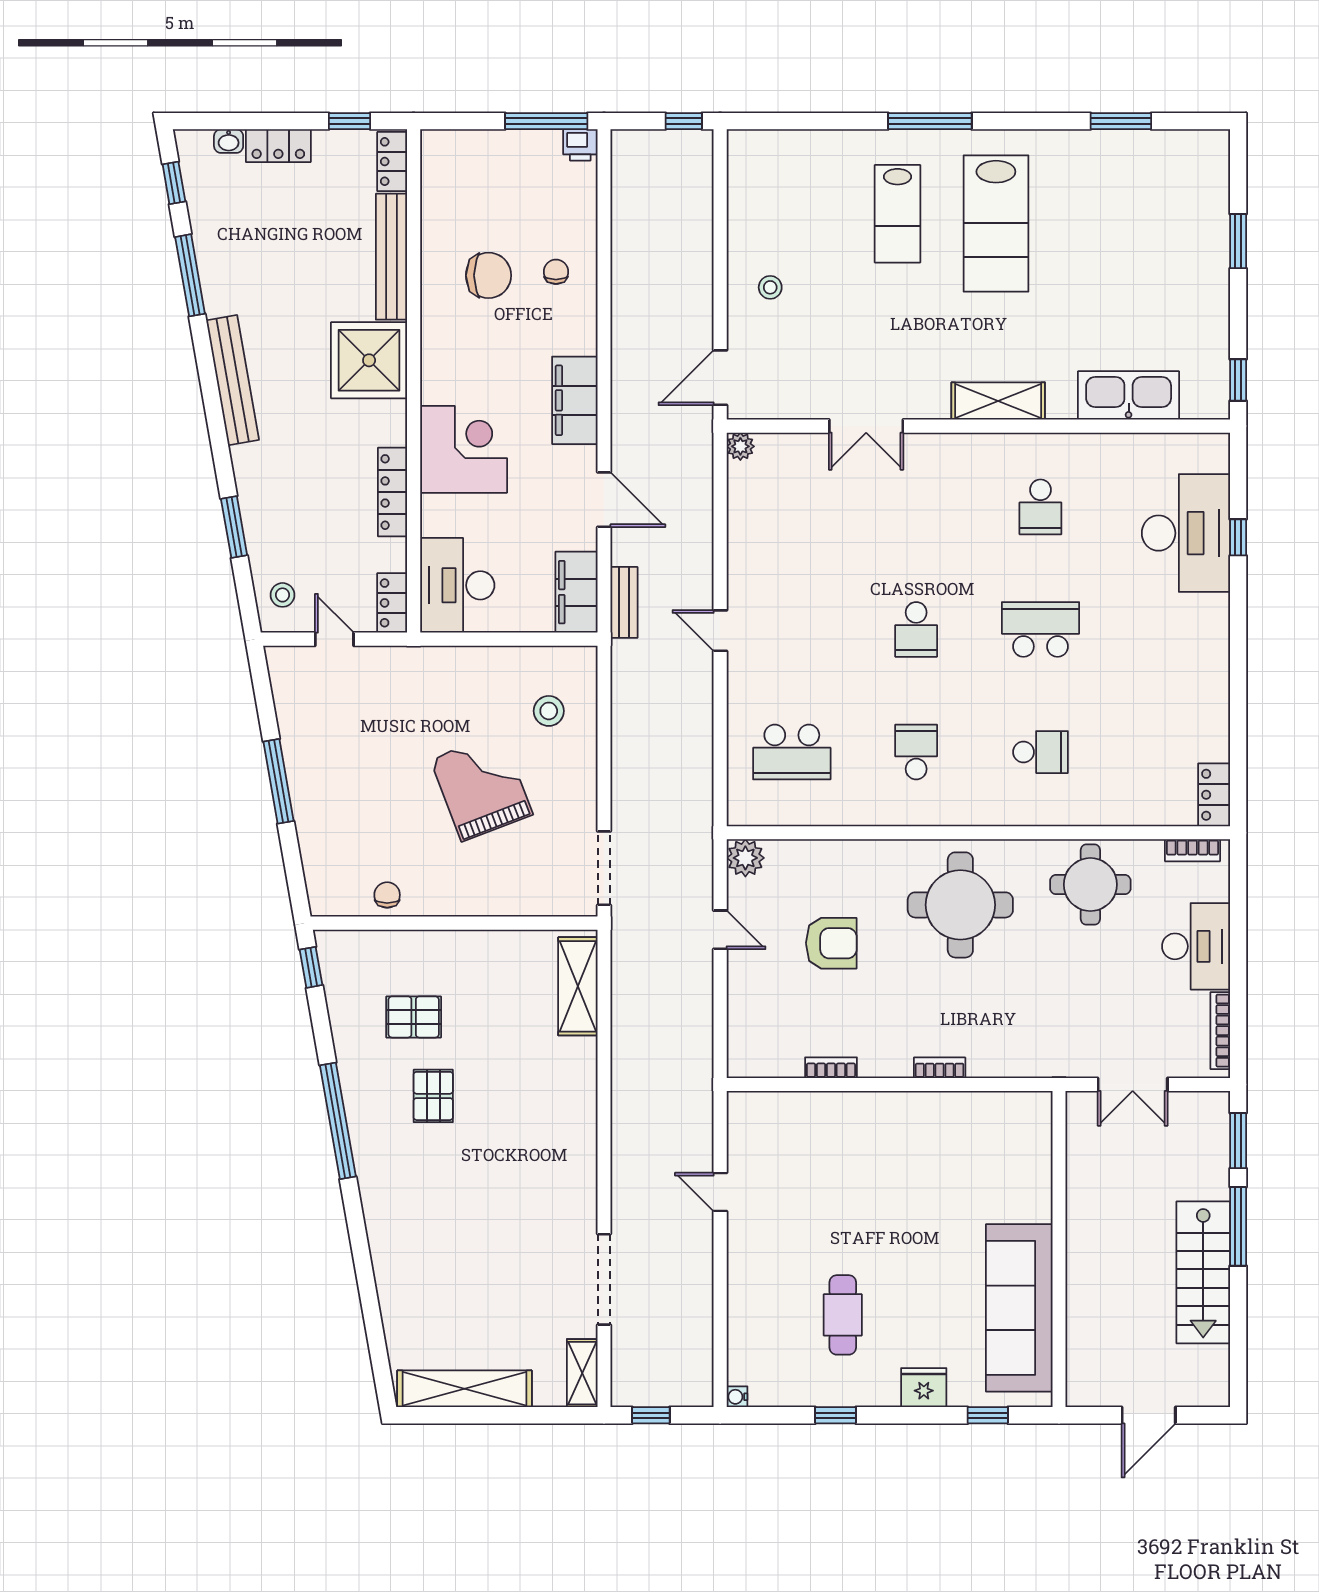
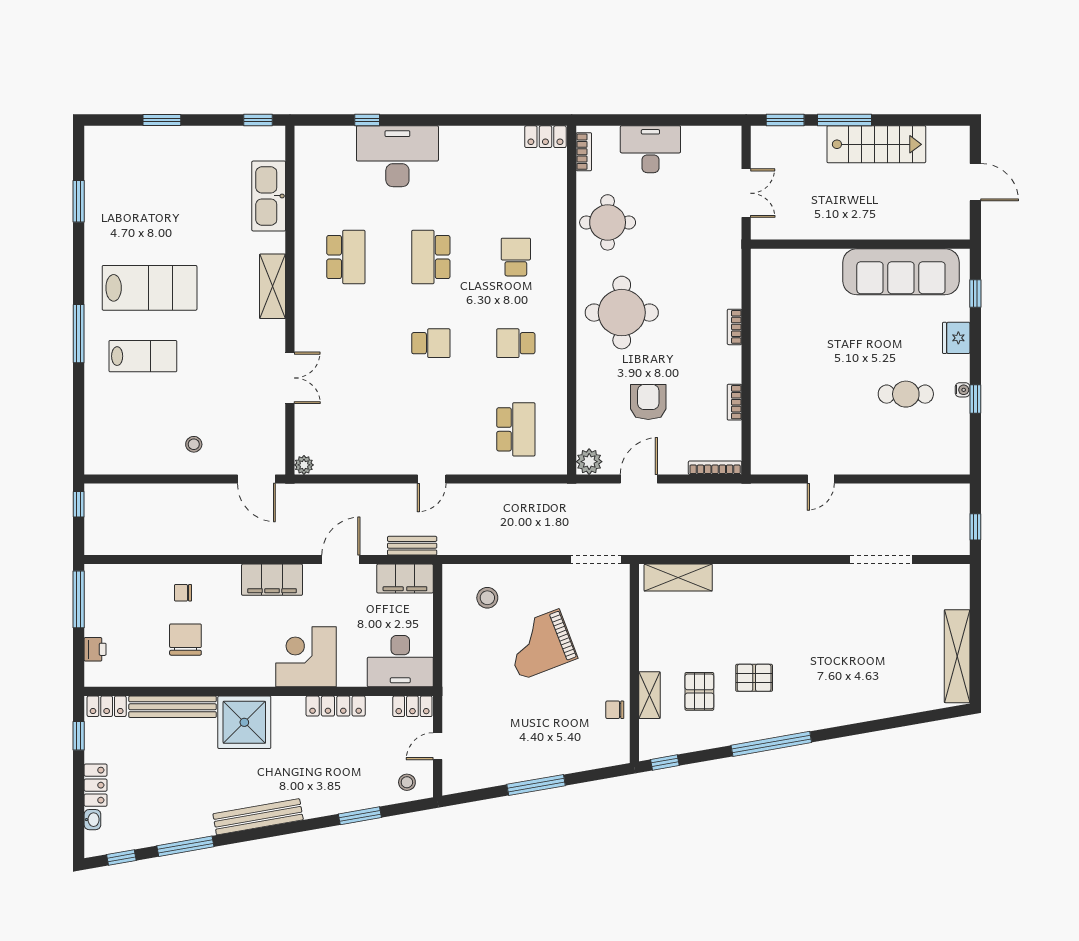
printer: (580, 145) -> (95, 649), moved
school desk: (1040, 507) -> (346, 257), width x1.85
desk: (1186, 533) -> (397, 156), moved
door: (720, 930) -> (639, 479), width x1.38
bookcase: (1220, 1031) -> (715, 468), moved, turned 180
shelving: (582, 1373) -> (649, 695), moved, turned 90
water cooler: (737, 1397) -> (963, 390), moved, turned -90

